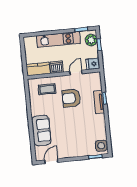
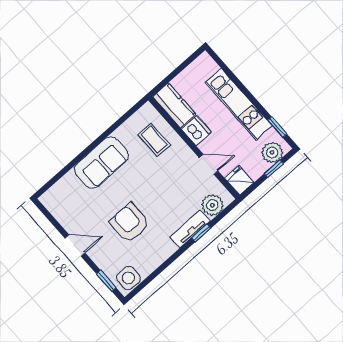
plant: (96, 84) -> (212, 205), added
armchair: (71, 98) -> (130, 223), moved
sofa: (41, 130) -> (101, 163), moved
door: (51, 161) -> (75, 245), moved

